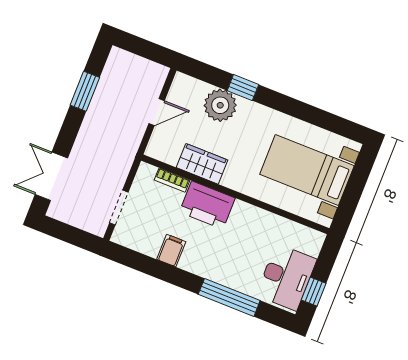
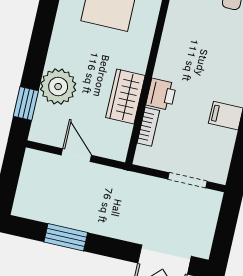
window: (243, 88) -> (26, 104), moved
printer: (207, 205) -> (161, 94), width x0.53, depth x0.68

